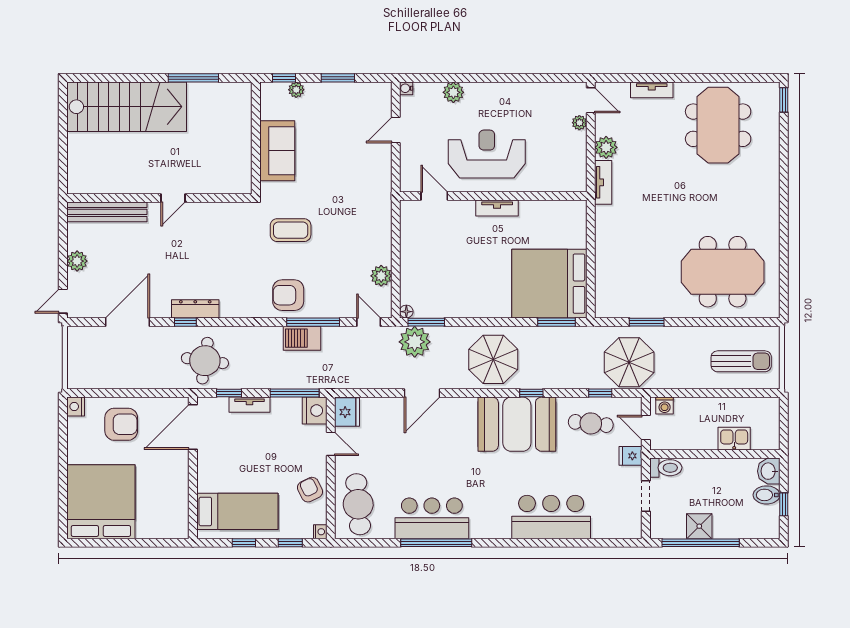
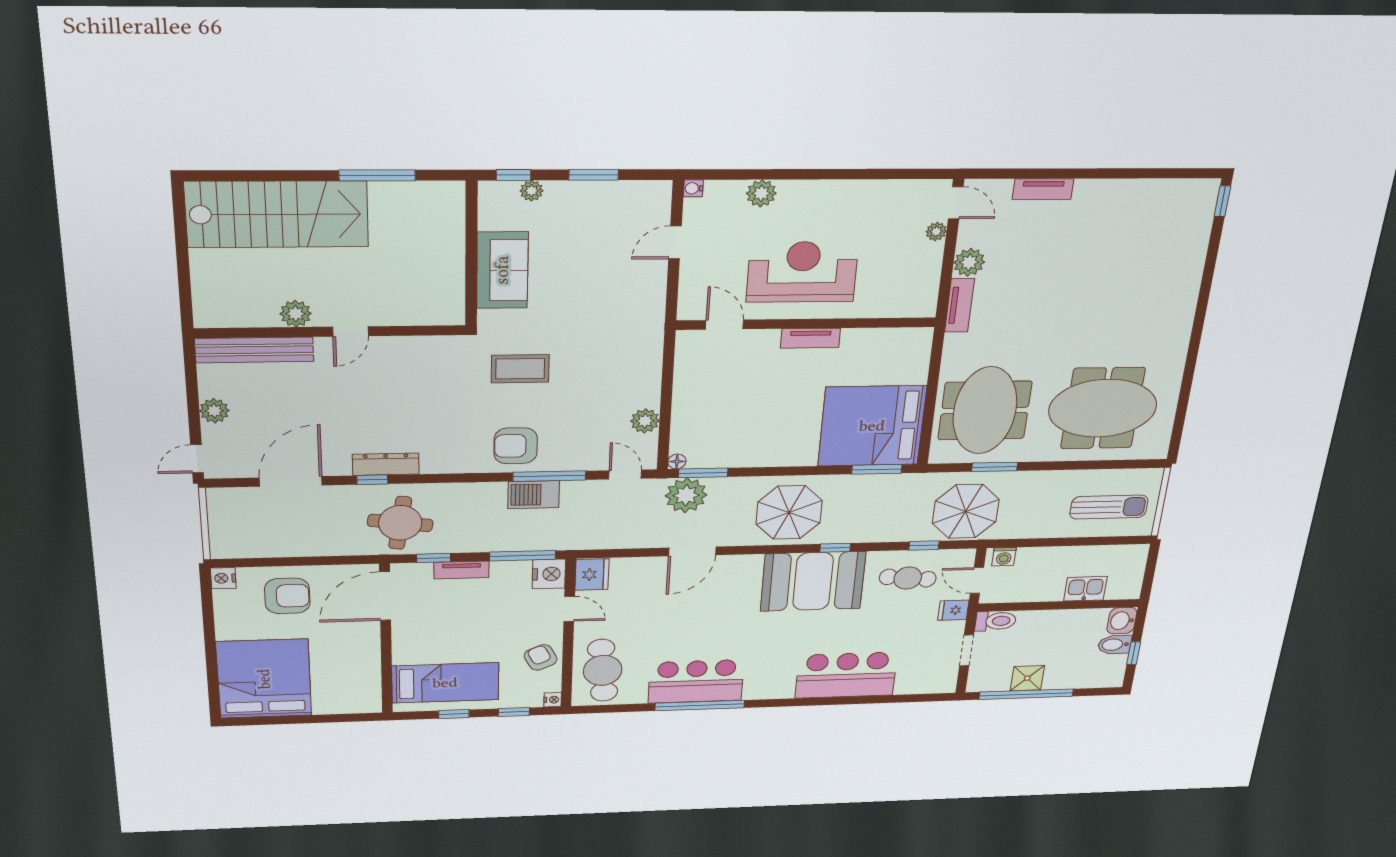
meeting table: (718, 125) -> (985, 410), moved
plant: (136, 183) -> (296, 314), added

